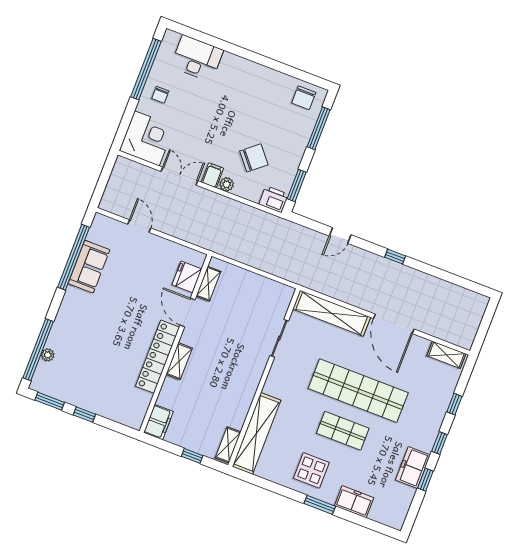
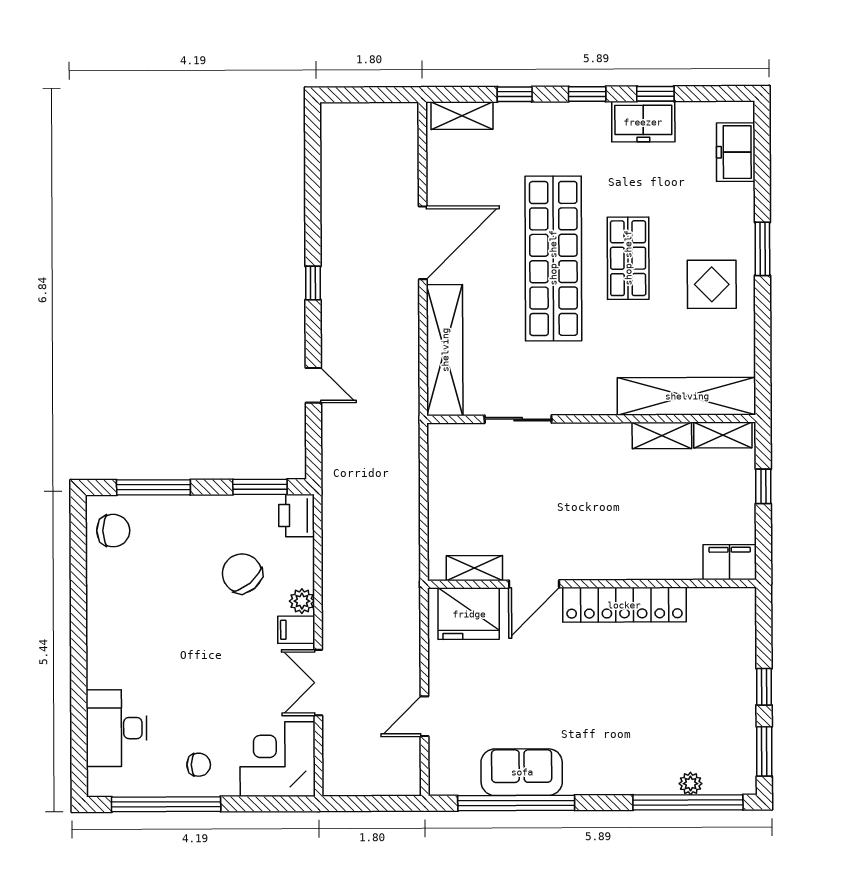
fridge: (187, 277) -> (469, 614), width x1.36, depth x1.34
shelving: (446, 355) -> (462, 116), moved, turned 90
shelving: (179, 361) -> (662, 436), moved
freezer: (354, 502) -> (736, 152), moved

